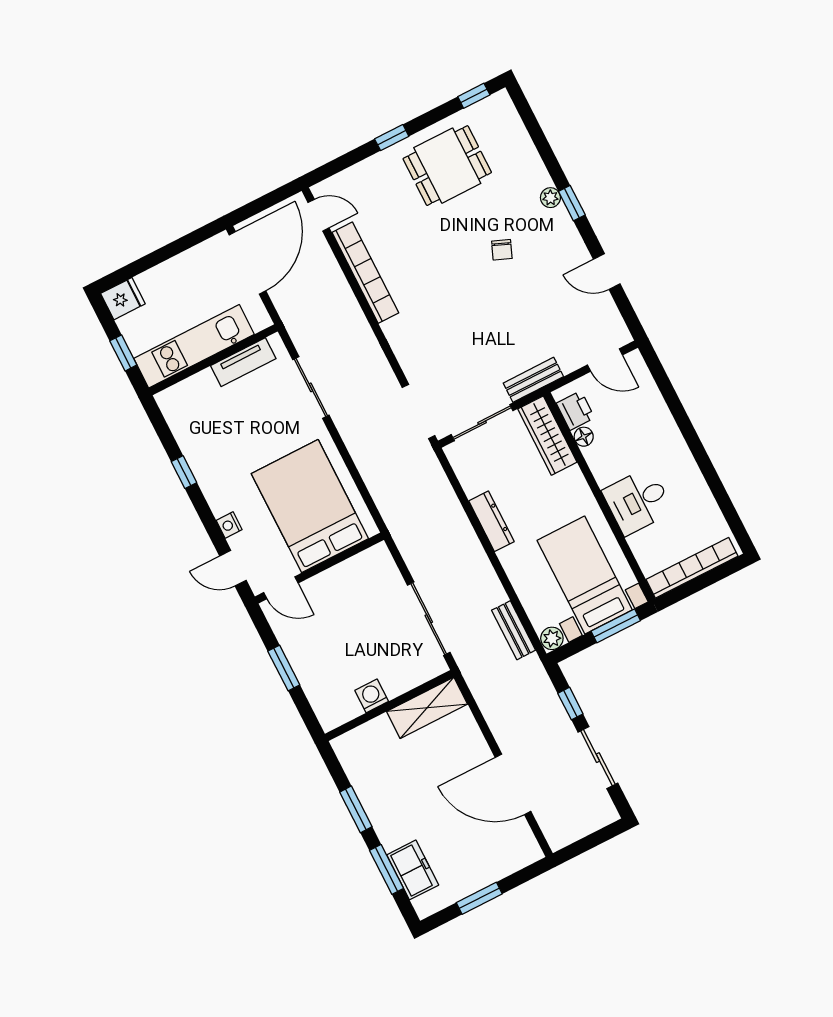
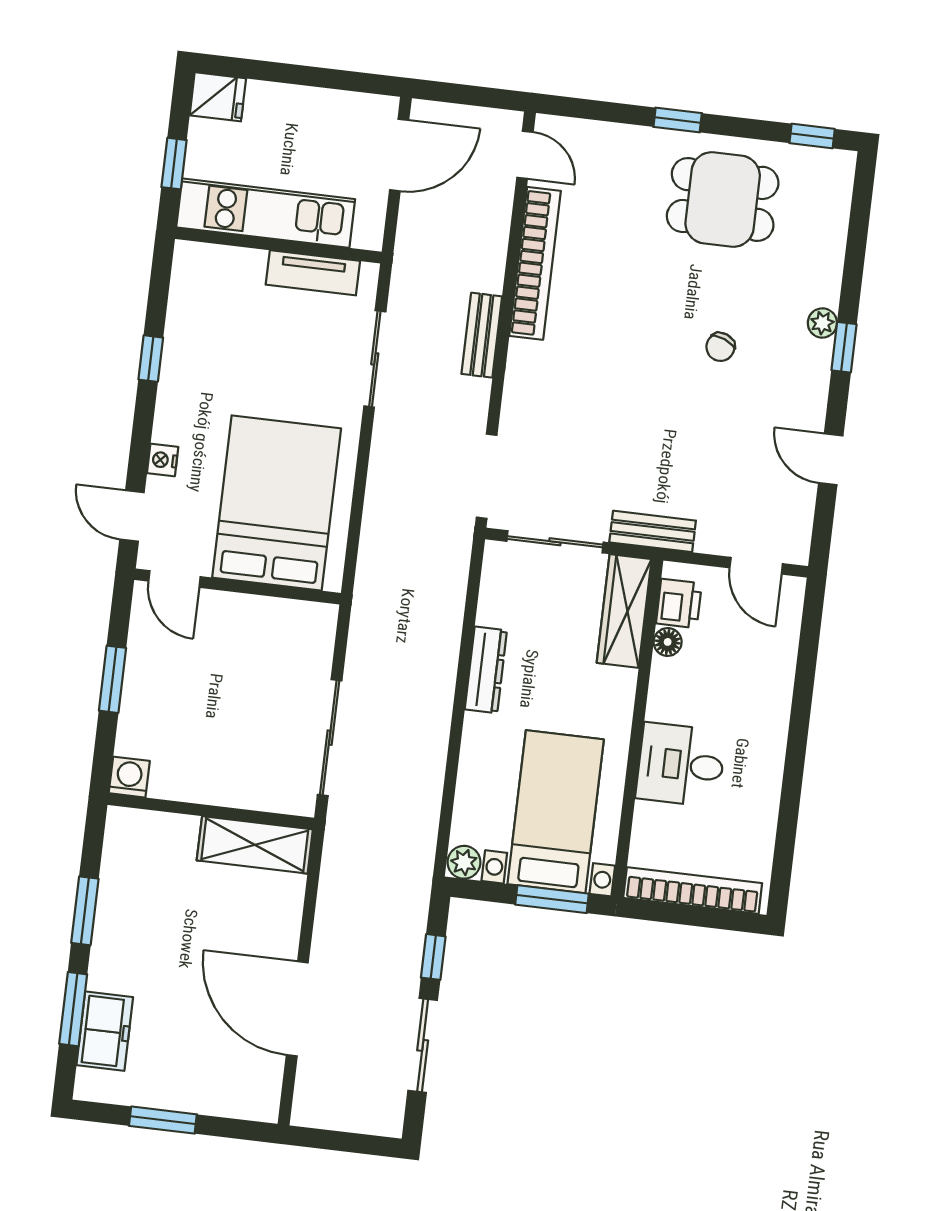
door: (247, 263) -> (399, 155), width x0.73
bench: (514, 630) -> (482, 335), moved
washing machine: (372, 696) -> (129, 777), moved

